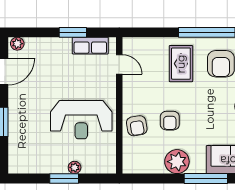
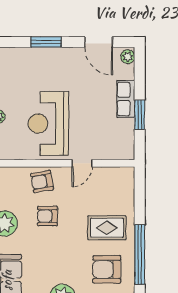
row of seats: (90, 46) -> (126, 99), moved
door: (119, 64) -> (82, 163), moved

